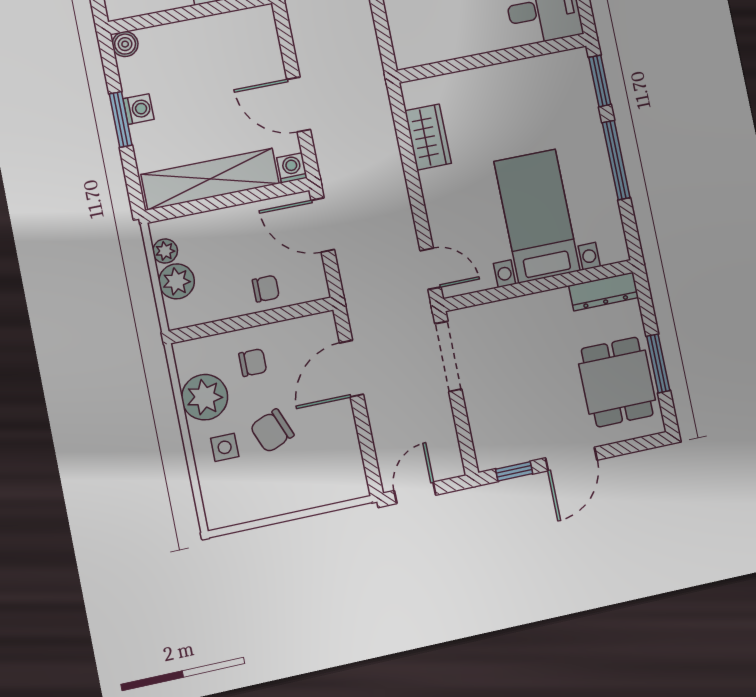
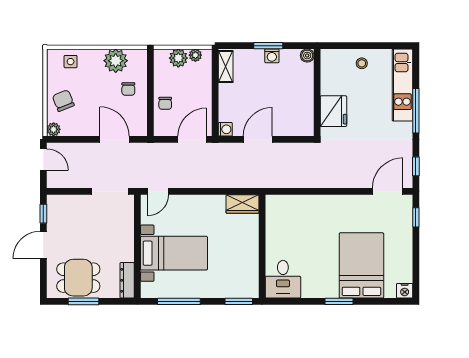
wardrobe: (428, 137) -> (243, 204), moved
window: (616, 160) -> (179, 301), moved
shelving: (210, 179) -> (226, 66), width x0.45, depth x0.75
chair: (272, 431) -> (63, 101), moved
side table: (225, 447) -> (71, 62), moved
door: (571, 459) -> (43, 245), hinge flipped
plant: (355, 486) -> (54, 129), added

